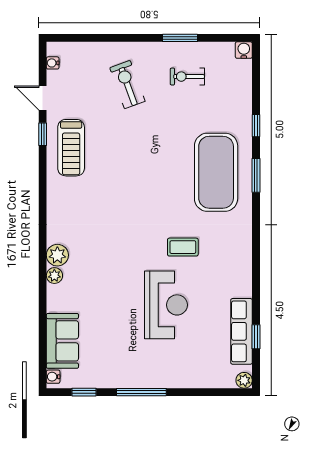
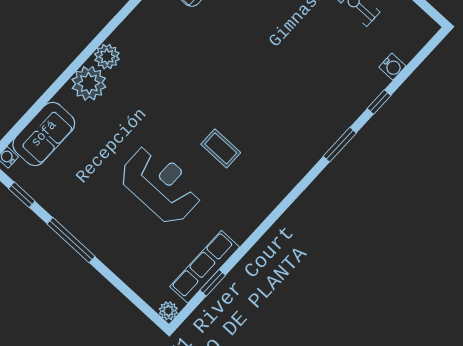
water cooler: (244, 50) -> (392, 67), moved, turned 90
exercise mat: (216, 172) -> (308, 111), removed
plant: (54, 276) -> (89, 83), width x1.87, depth x1.87
reception desk: (166, 305) -> (161, 185), turned -90

